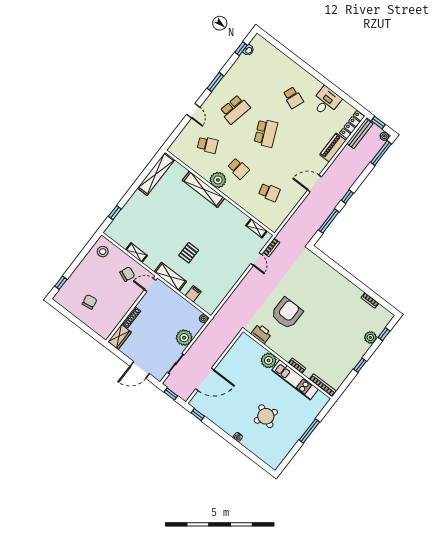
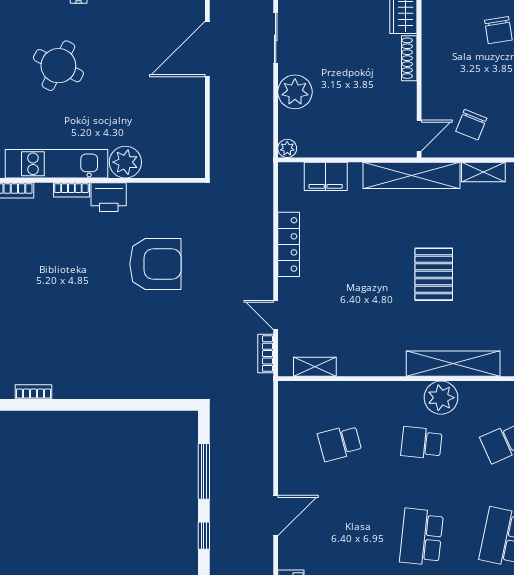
school desk: (266, 133) -> (421, 537), turned 30
pallet: (189, 253) -> (434, 274), moved, width x1.50, depth x1.42
shelving: (170, 277) -> (412, 175), width x1.47
locker: (231, 282) -> (289, 244), added
filing cabinet: (193, 294) -> (326, 176), width x2.00
armchair: (287, 313) -> (155, 264), turned -90
printer: (261, 334) -> (109, 197), moved

